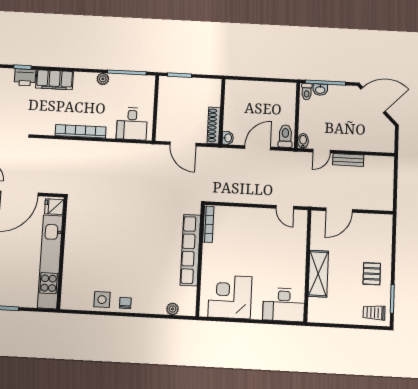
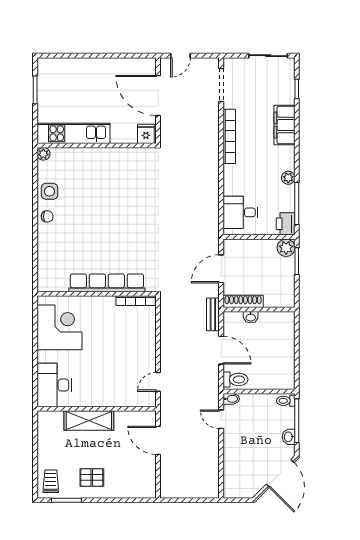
printer: (25, 77) -> (286, 224), moved
plant: (167, 84) -> (286, 248), added
washbasin: (320, 90) -> (289, 437), moved
bookcase: (81, 131) -> (229, 136), moved
washbasin: (228, 138) -> (251, 317), moved
bench: (348, 160) -> (213, 314), moved
kitchen unit: (50, 262) -> (73, 133), width x0.73
plant: (173, 309) -> (43, 154), moved

